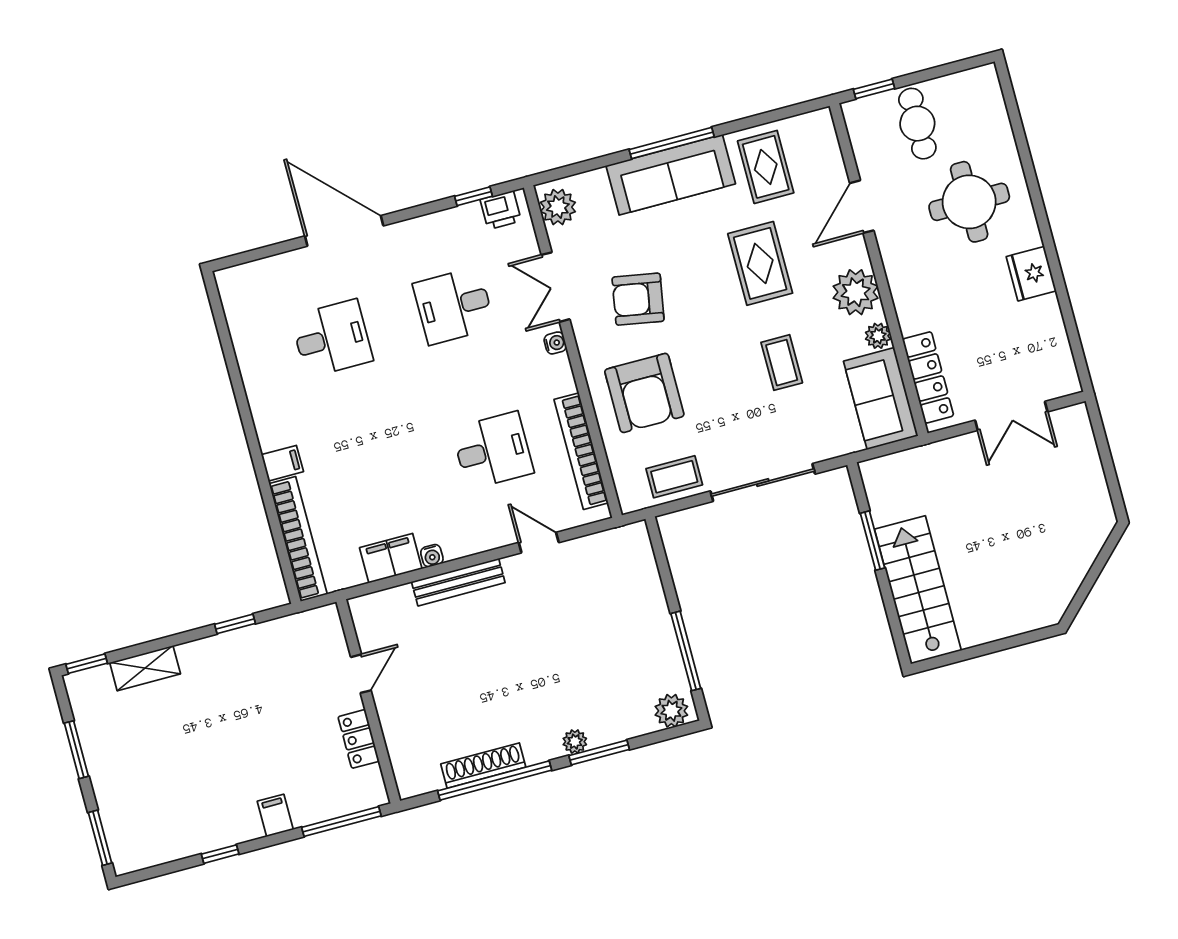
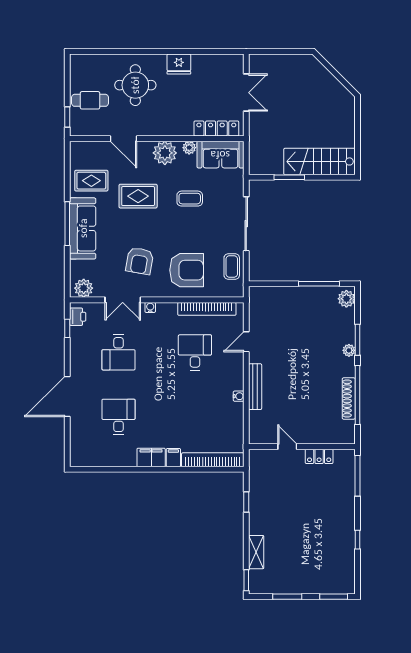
filing cabinet: (391, 558) -> (151, 457), moved, turned 90
filing cabinet: (275, 815) -> (346, 507), removed

